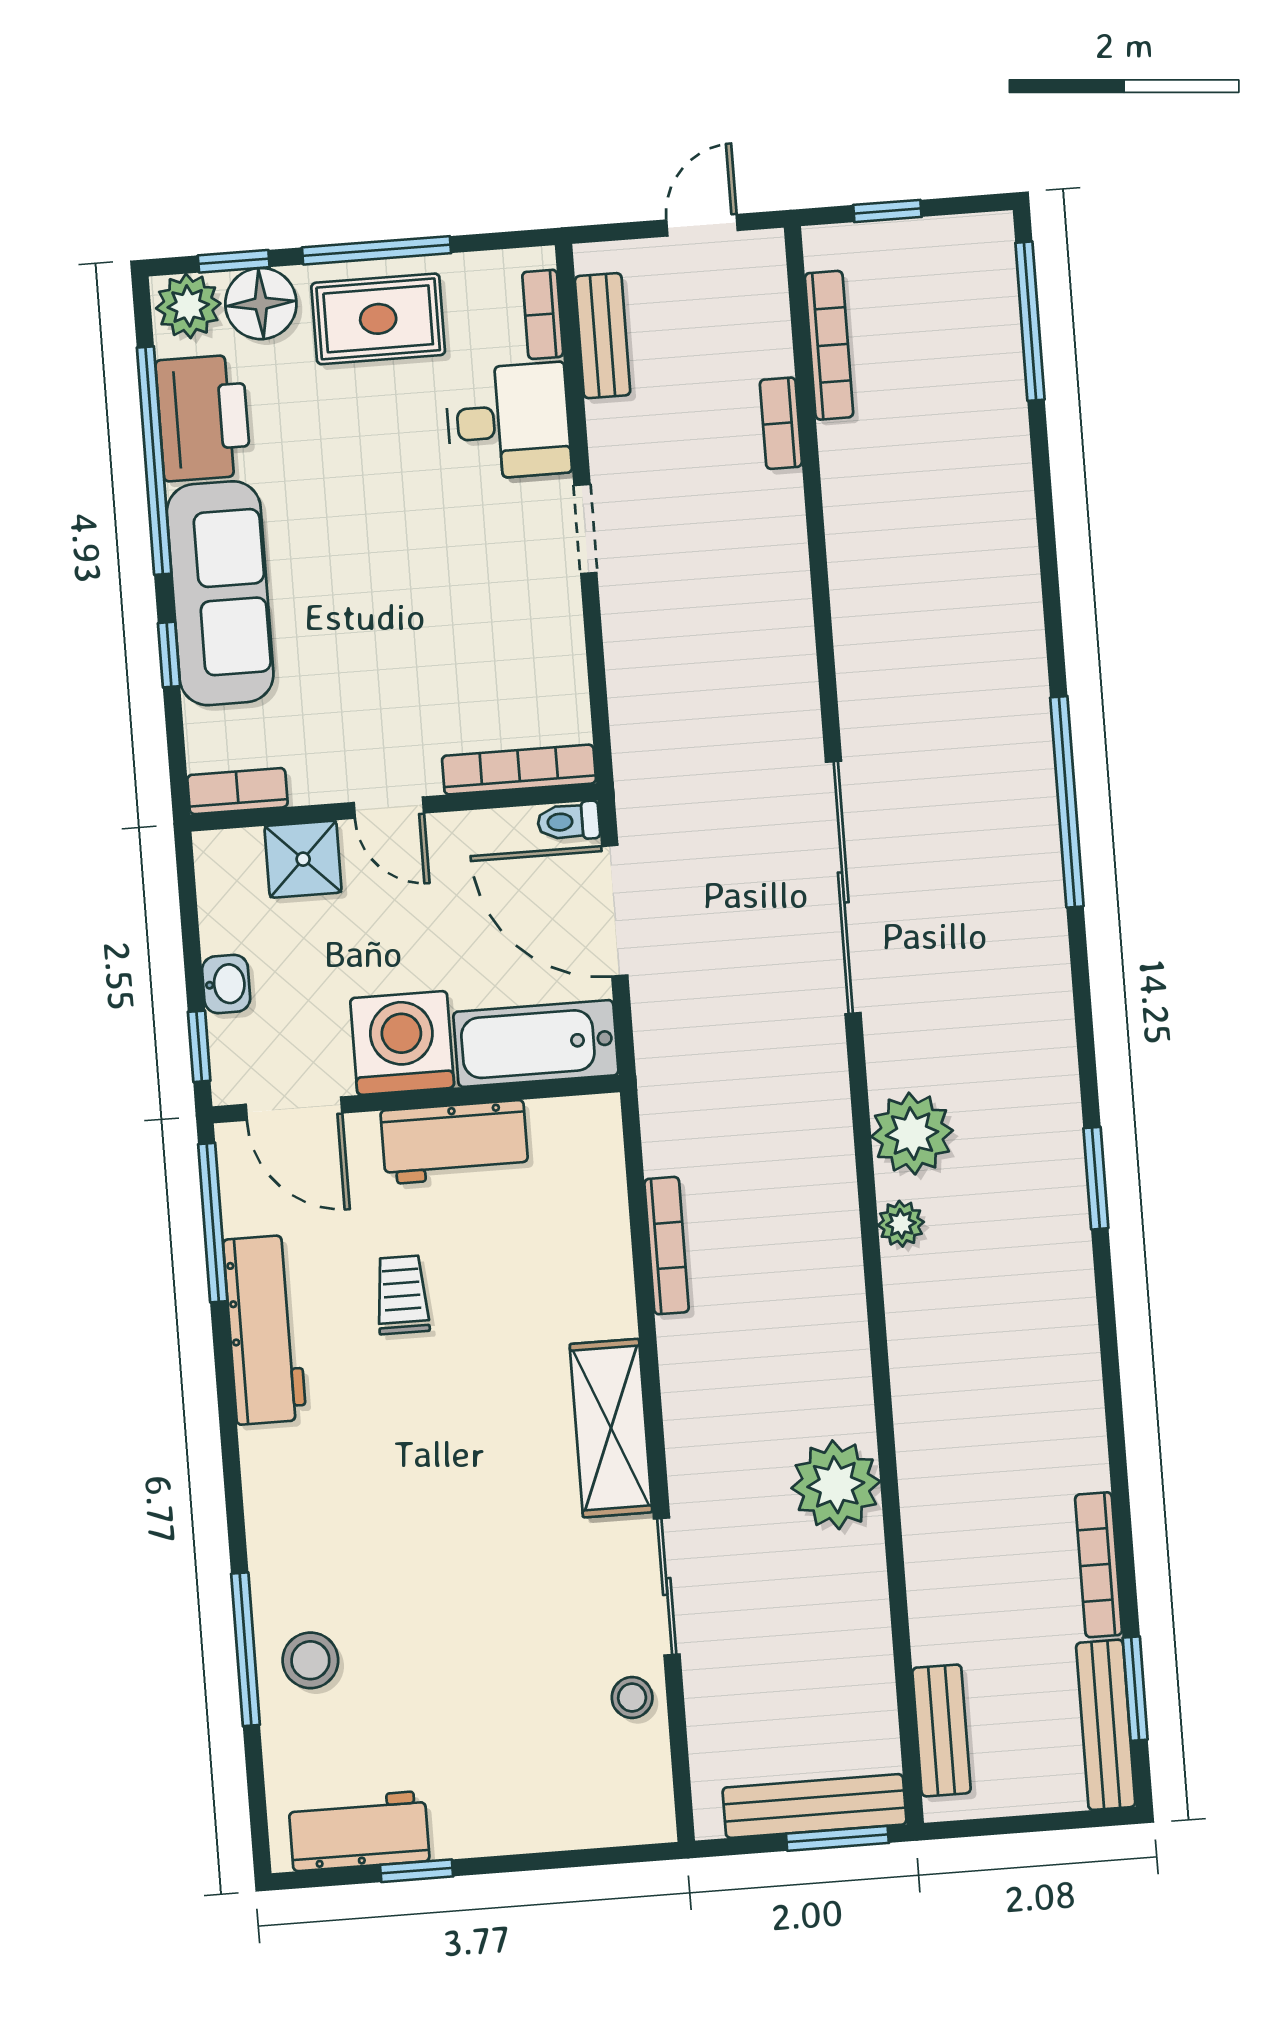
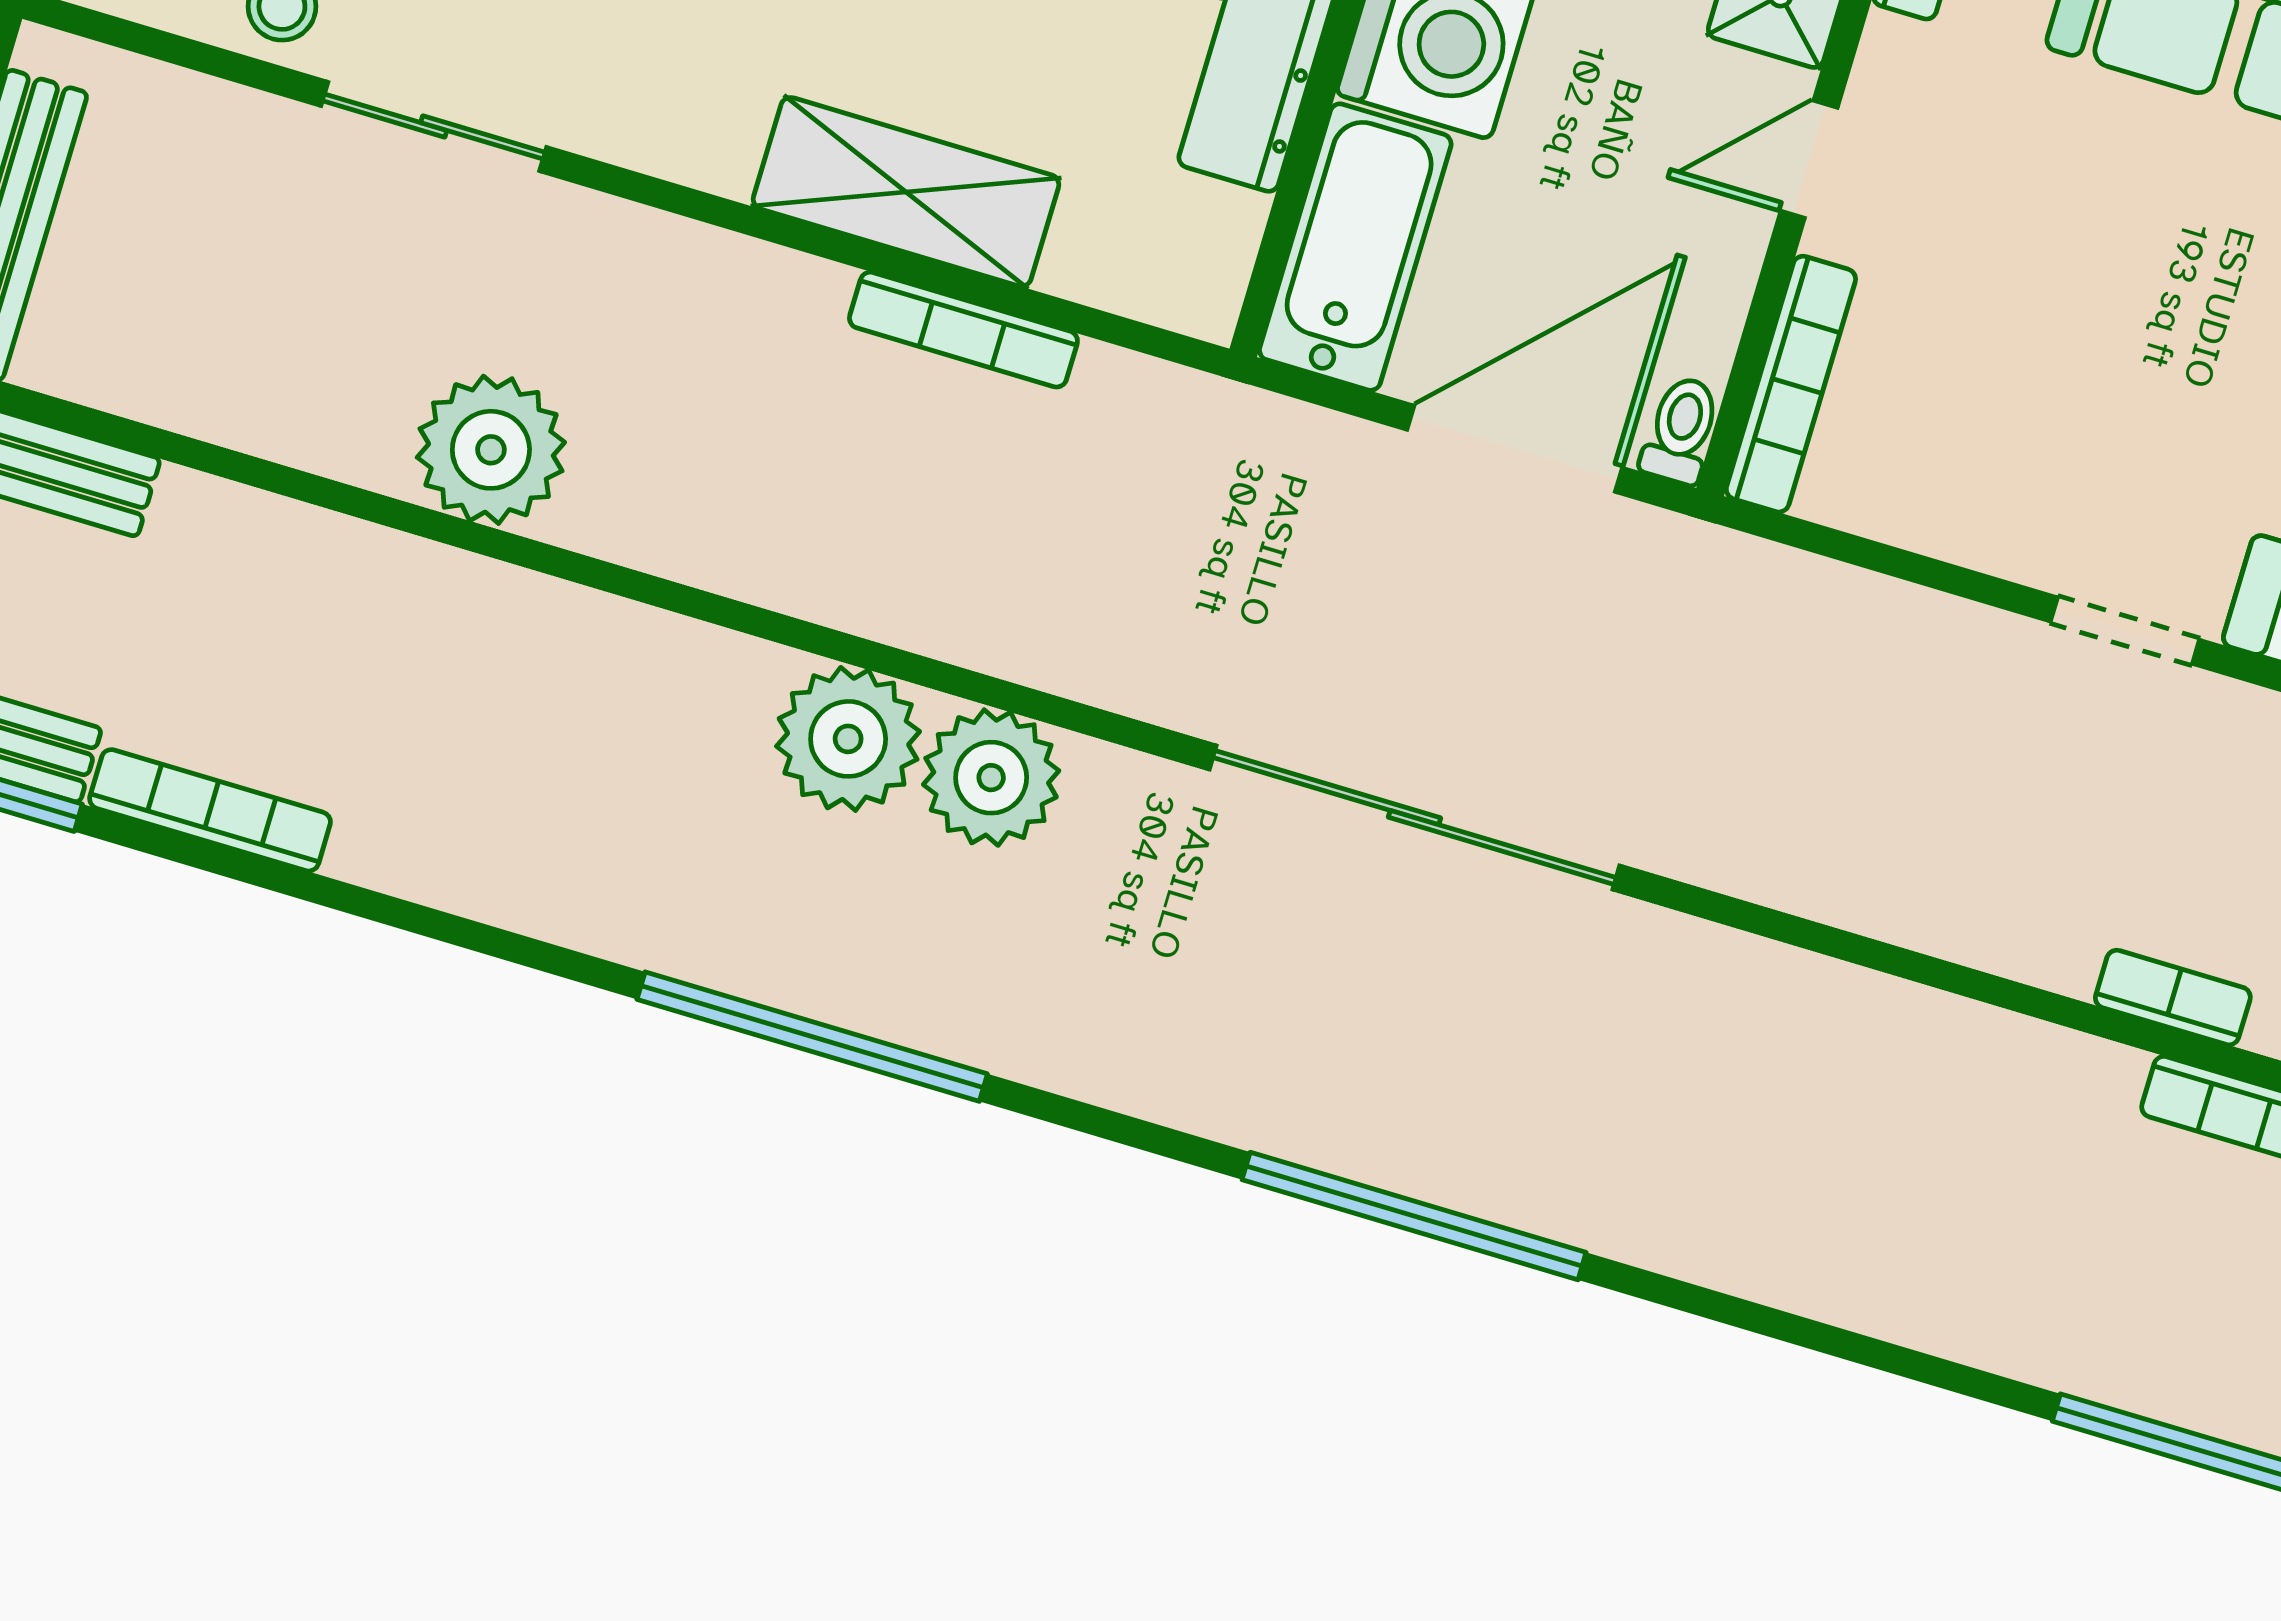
window: (1096, 1178) -> (812, 1037), width x2.11
plant: (901, 1224) -> (848, 739), width x1.88, depth x1.88
shelving: (611, 1428) -> (906, 192), moved

